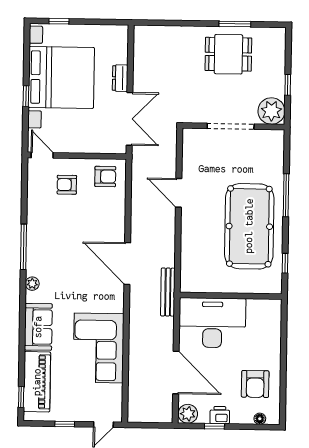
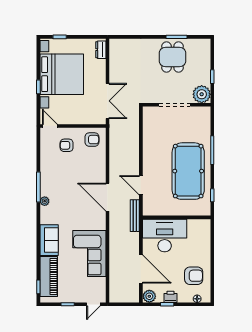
dining table: (228, 54) -> (173, 57), turned 90
dresser: (120, 78) -> (101, 50), moved
door: (179, 193) -> (141, 185), moved
plant: (32, 284) -> (45, 201), moved
armchair: (255, 384) -> (194, 276), turned -90

